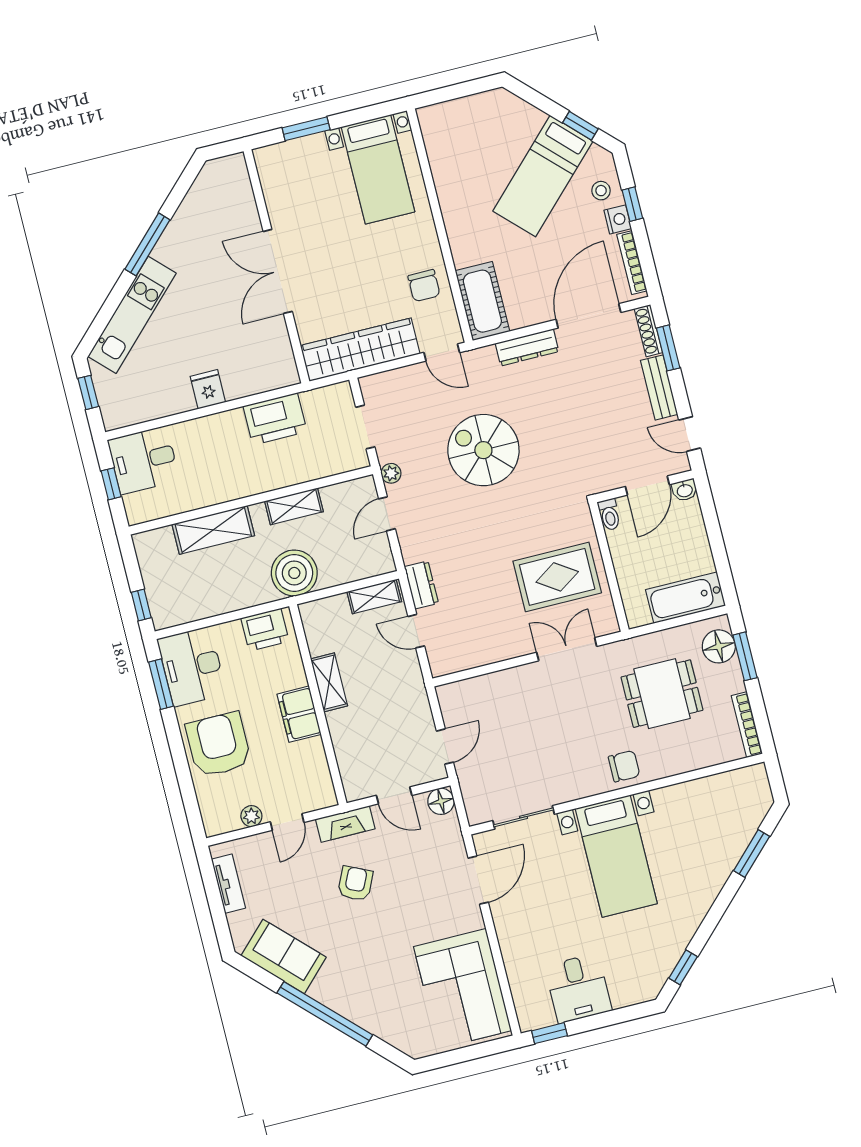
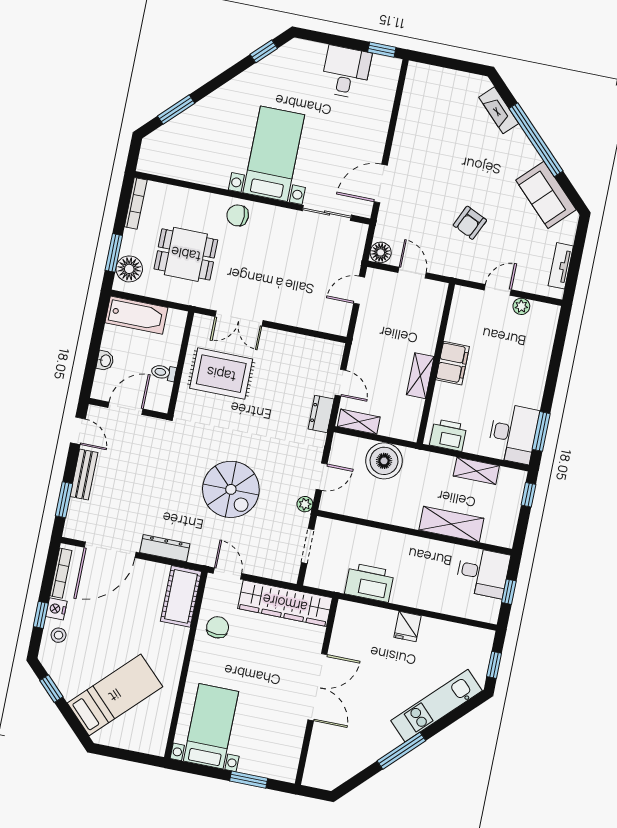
bed: (543, 176) -> (115, 695), moved
shoe rack: (648, 331) -> (72, 519), removed
desk: (144, 460) -> (483, 572), moved
washbasin: (685, 490) -> (105, 361), moved, turned 90
shelving: (294, 506) -> (476, 471), moved
toilet: (609, 515) -> (164, 372), moved, turned -90
boiler: (294, 573) -> (384, 461), moved
armchair: (218, 745) -> (521, 369), removed
fireplace: (345, 824) -> (499, 110), moved, turned -135
corner sofa: (463, 989) -> (429, 111), removed

